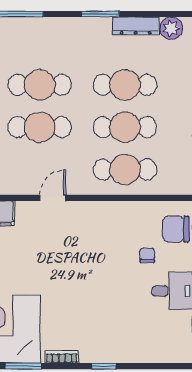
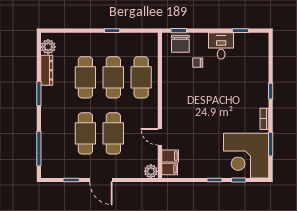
door: (53, 198) -> (160, 137), moved

